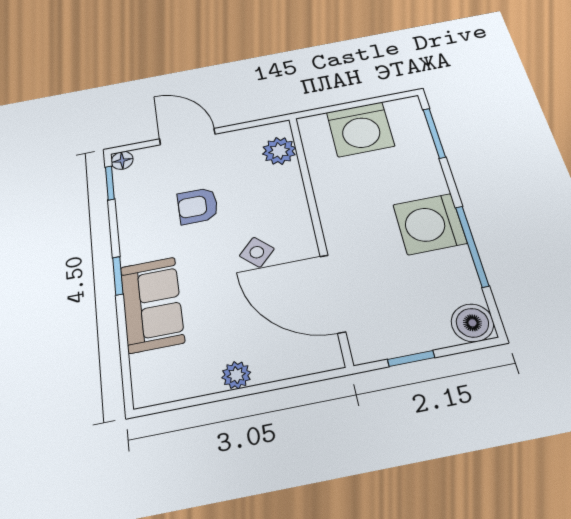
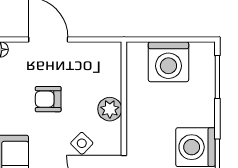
plant: (279, 151) -> (110, 109), moved

